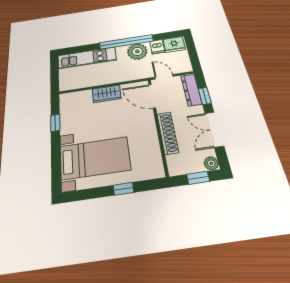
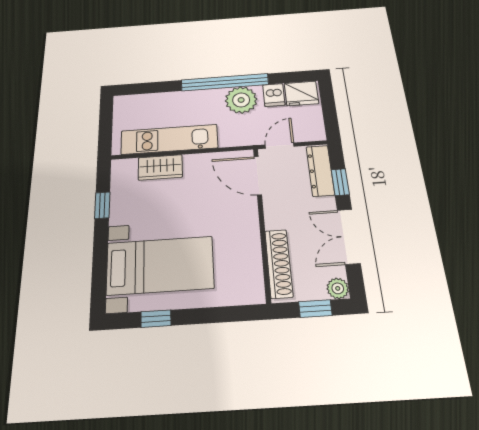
kitchen unit: (87, 58) -> (169, 139), moved, turned 180
door: (164, 77) -> (280, 146), hinge flipped
wardrobe: (107, 94) -> (160, 167), moved
shoe rack: (168, 133) -> (279, 263), moved
window: (123, 189) -> (156, 319), moved

